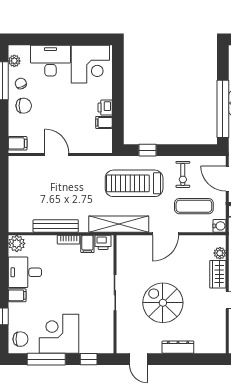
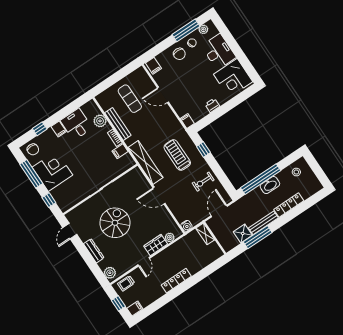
filing cabinet: (104, 122) -> (187, 121), moved
door: (57, 155) -> (163, 95), swing flipped
treadmill: (134, 183) -> (177, 155), width x0.73, depth x0.73
exercise mat: (194, 206) -> (130, 99), moved
printer: (103, 242) -> (128, 160), removed
plant: (17, 243) -> (100, 121), moved
plant: (214, 346) -> (110, 273), added

